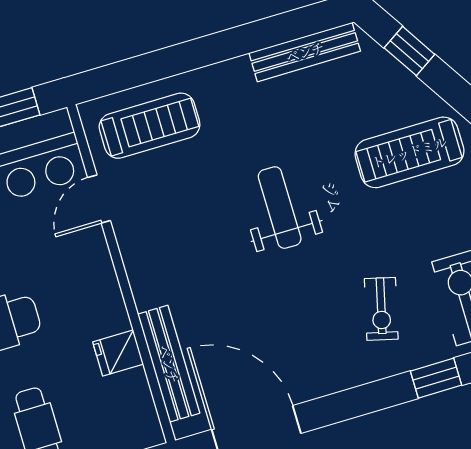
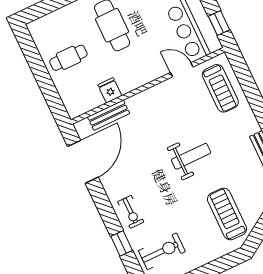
exercise bike: (381, 309) -> (131, 212), moved, turned -104
bench: (169, 364) -> (109, 115), width x0.73

